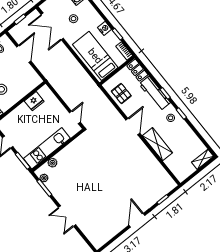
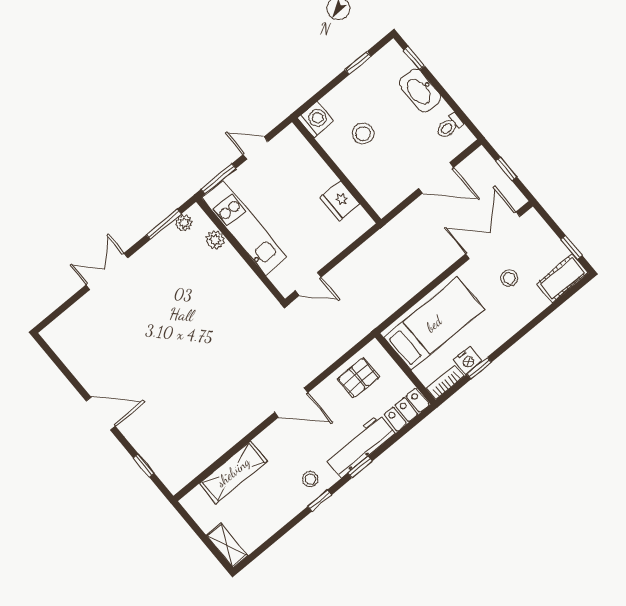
nightstand: (105, 28) -> (468, 361), moved
shelving: (157, 144) -> (233, 472), moved

